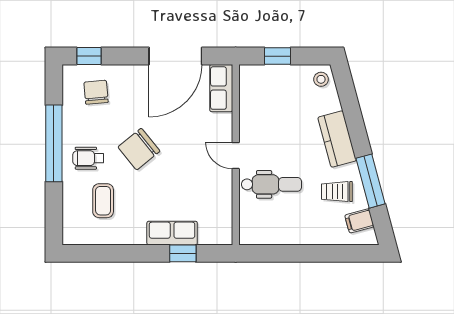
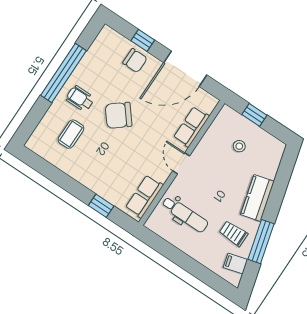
window: (89, 56) -> (143, 40), moved
stool: (321, 79) -> (239, 146), moved
row of seats: (221, 88) -> (191, 127), moved
chair: (96, 92) -> (135, 61), moved, turned 95
dental chair: (272, 184) -> (185, 214), moved
row of seats: (172, 233) -> (144, 196), moved, turned -90

